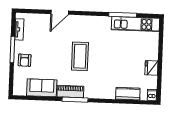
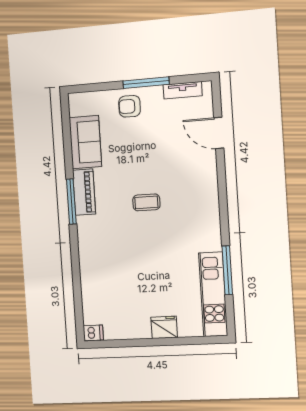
door: (60, 12) -> (219, 133), moved
coffee table: (80, 56) -> (146, 202), width x0.54, depth x0.58
fridge: (151, 68) -> (164, 327), moved
kitchen counter: (128, 94) -> (91, 291), removed

